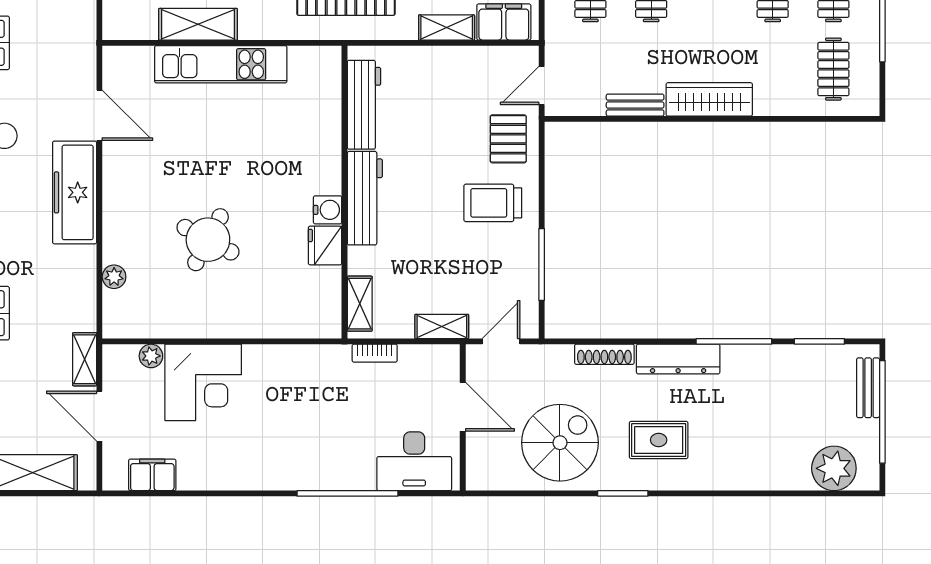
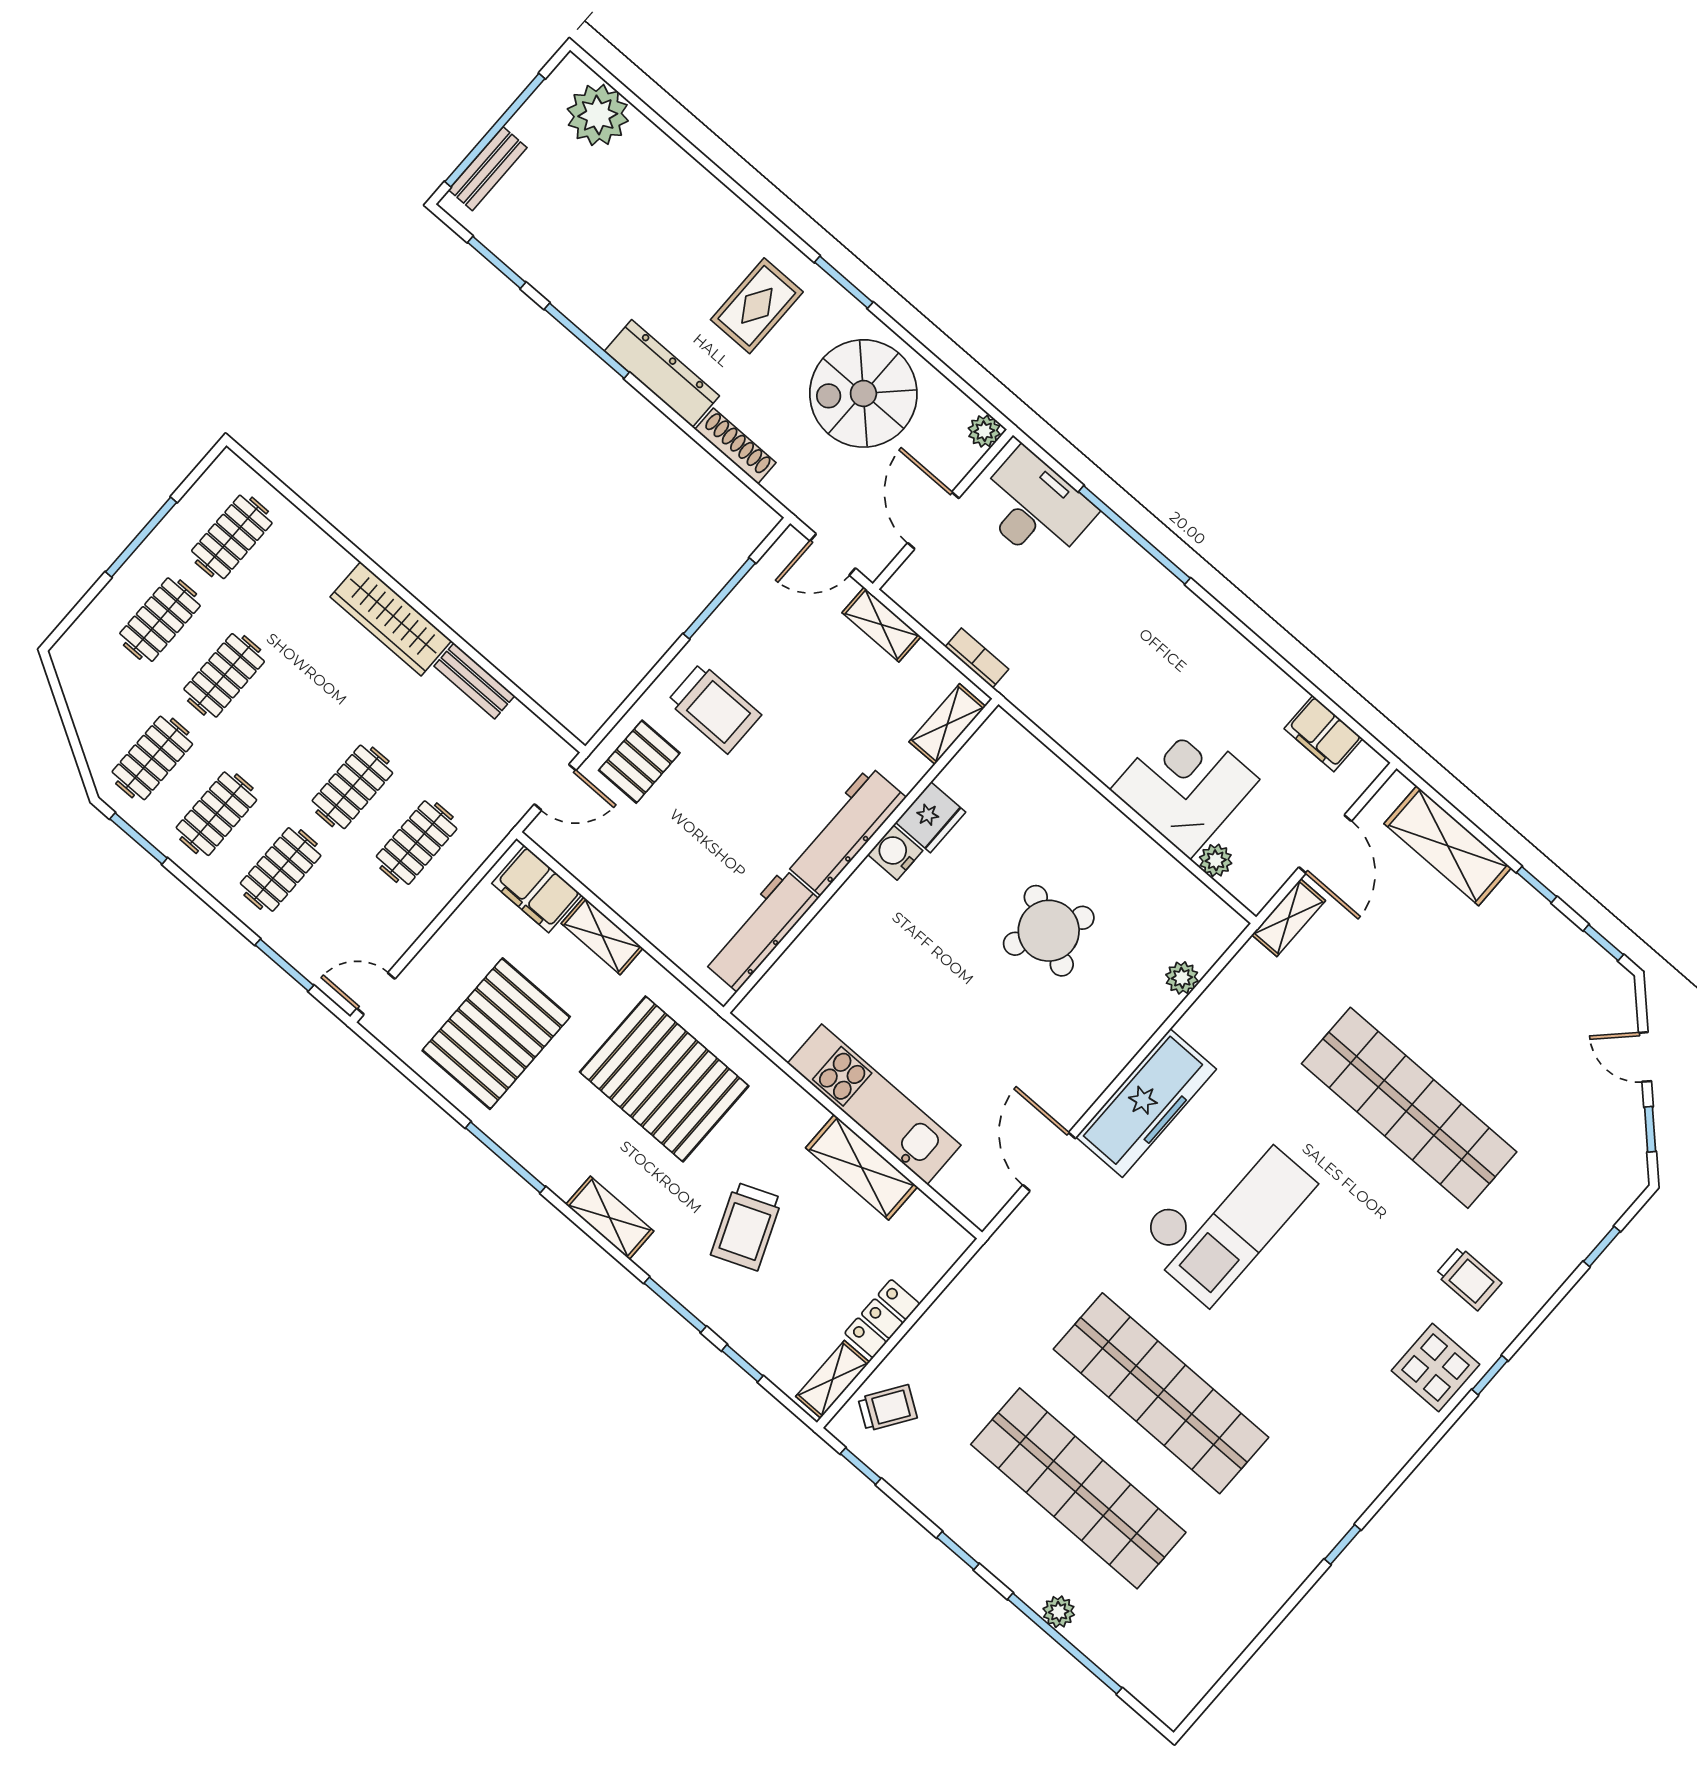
rug: (659, 440) -> (757, 306), turned 90
plant: (477, 479) -> (984, 431), added

